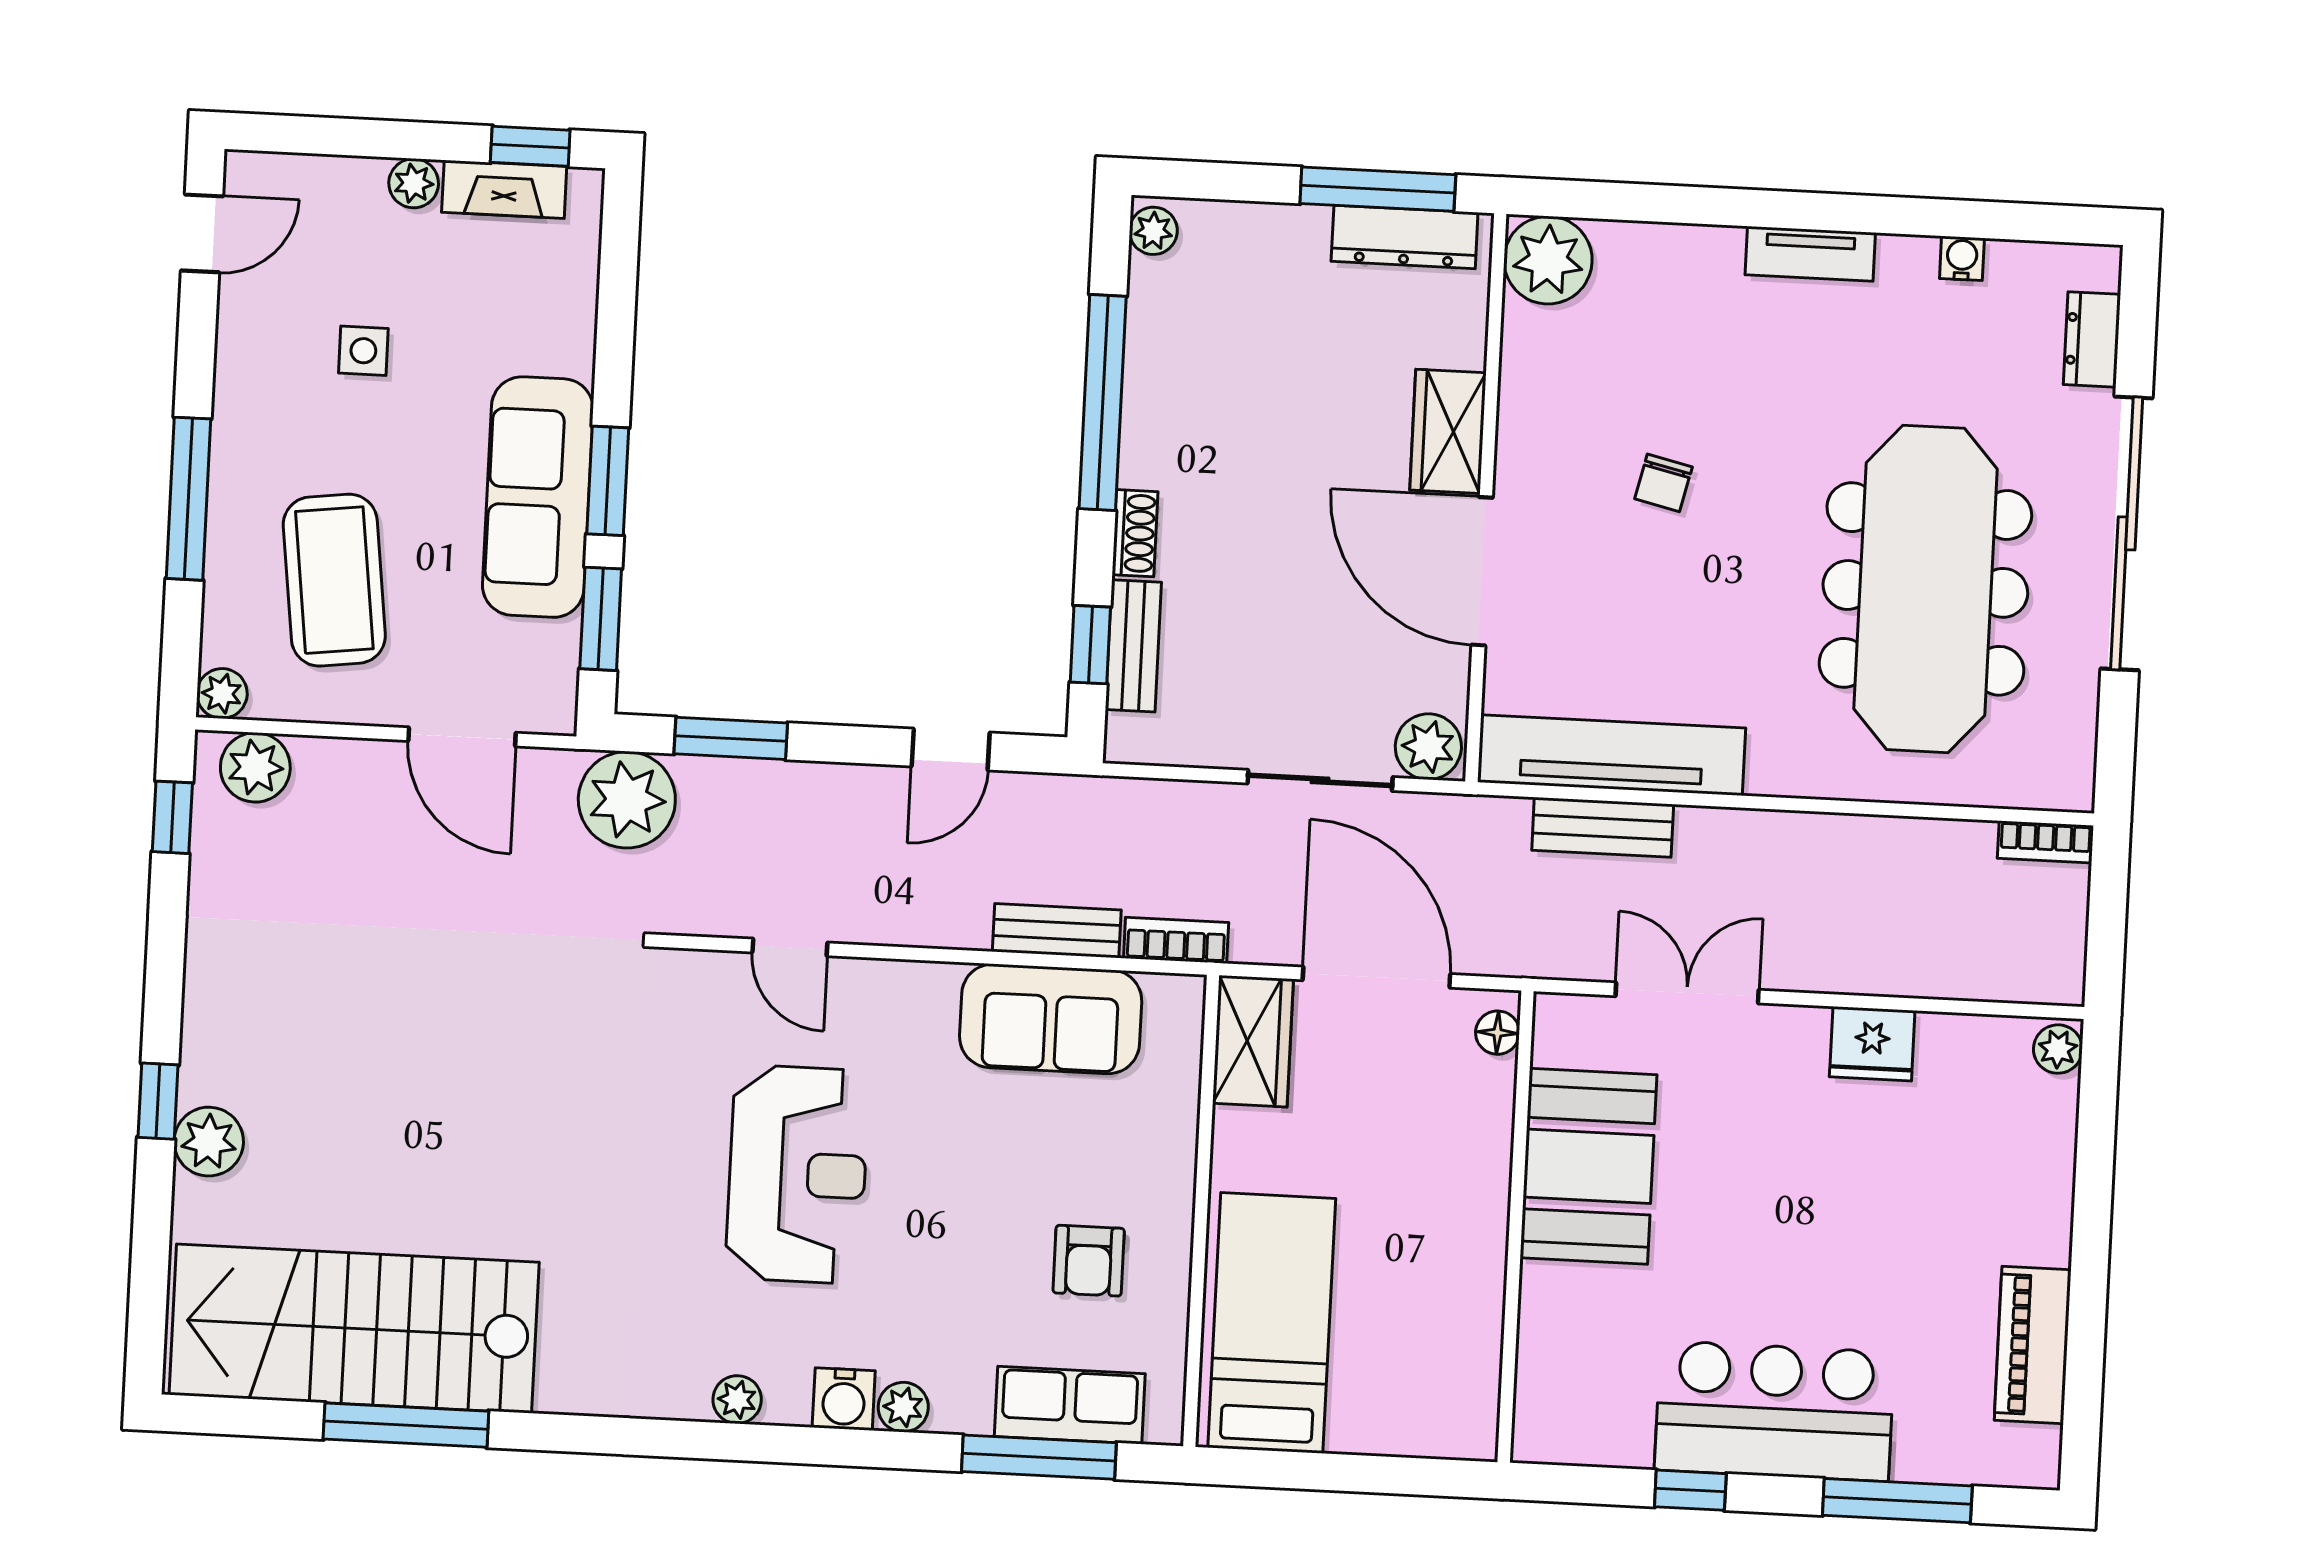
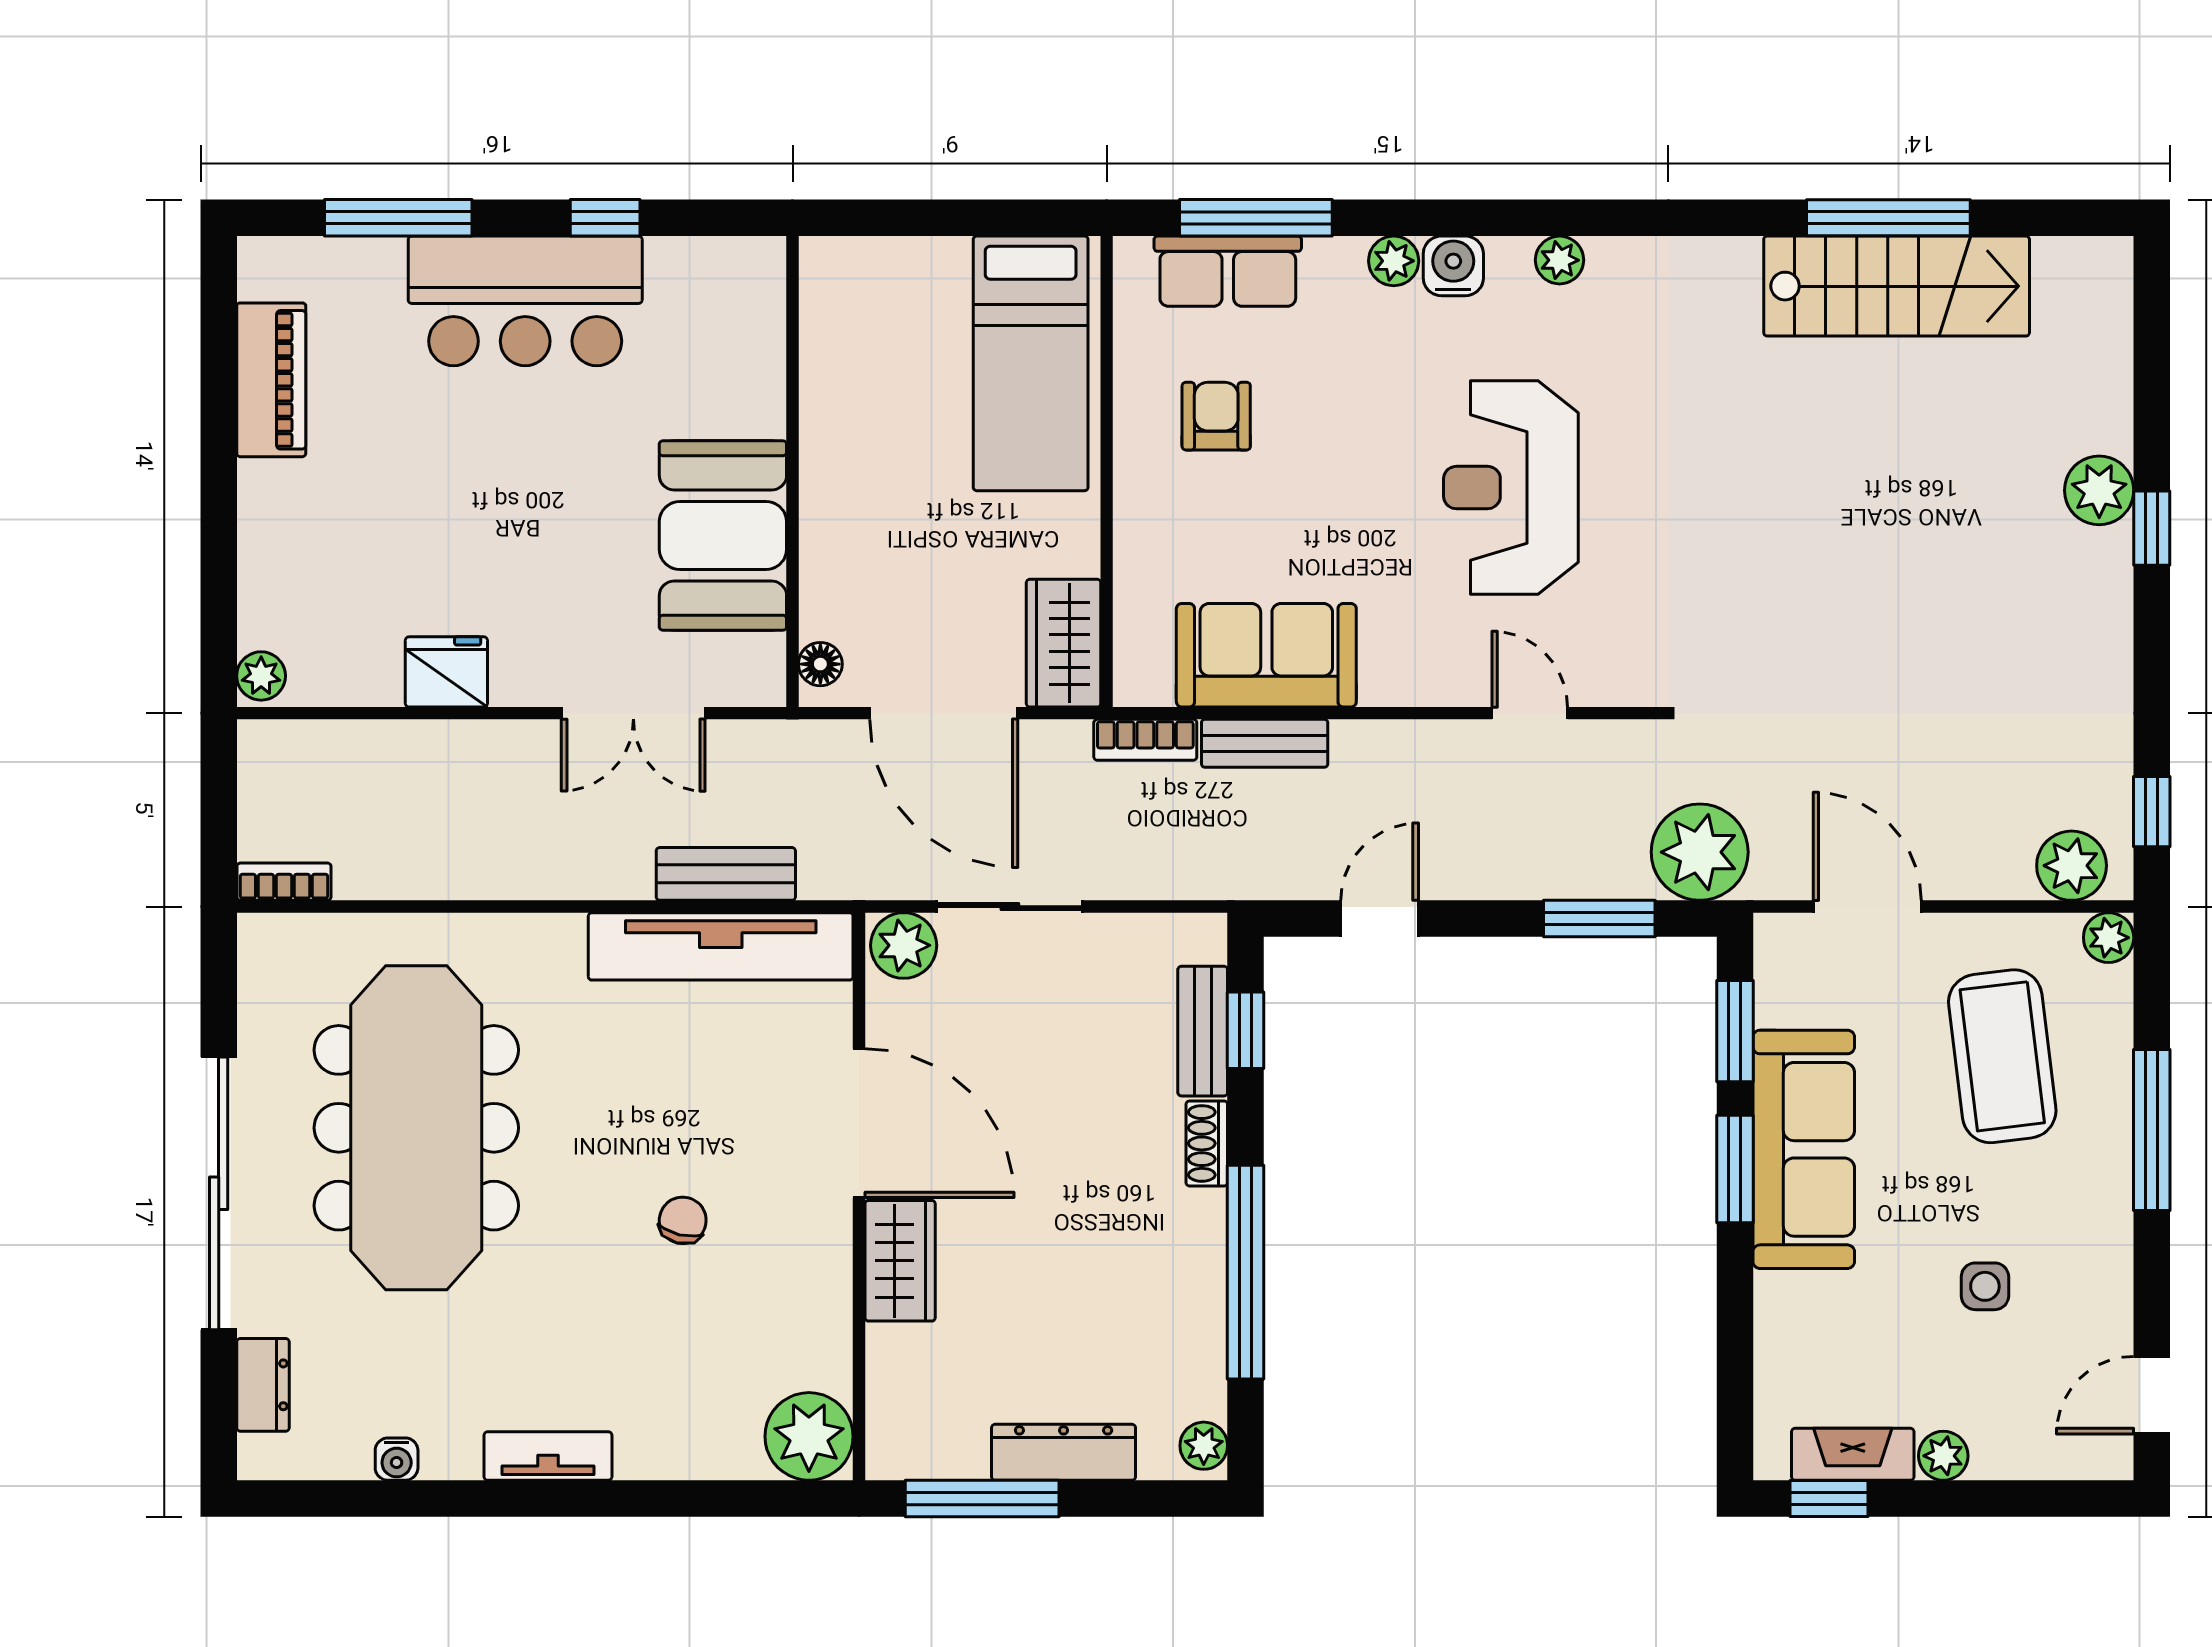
dresser: (1405, 237) -> (1064, 1452), moved
stairs: (354, 1329) -> (1897, 286), width x0.73, depth x0.66

